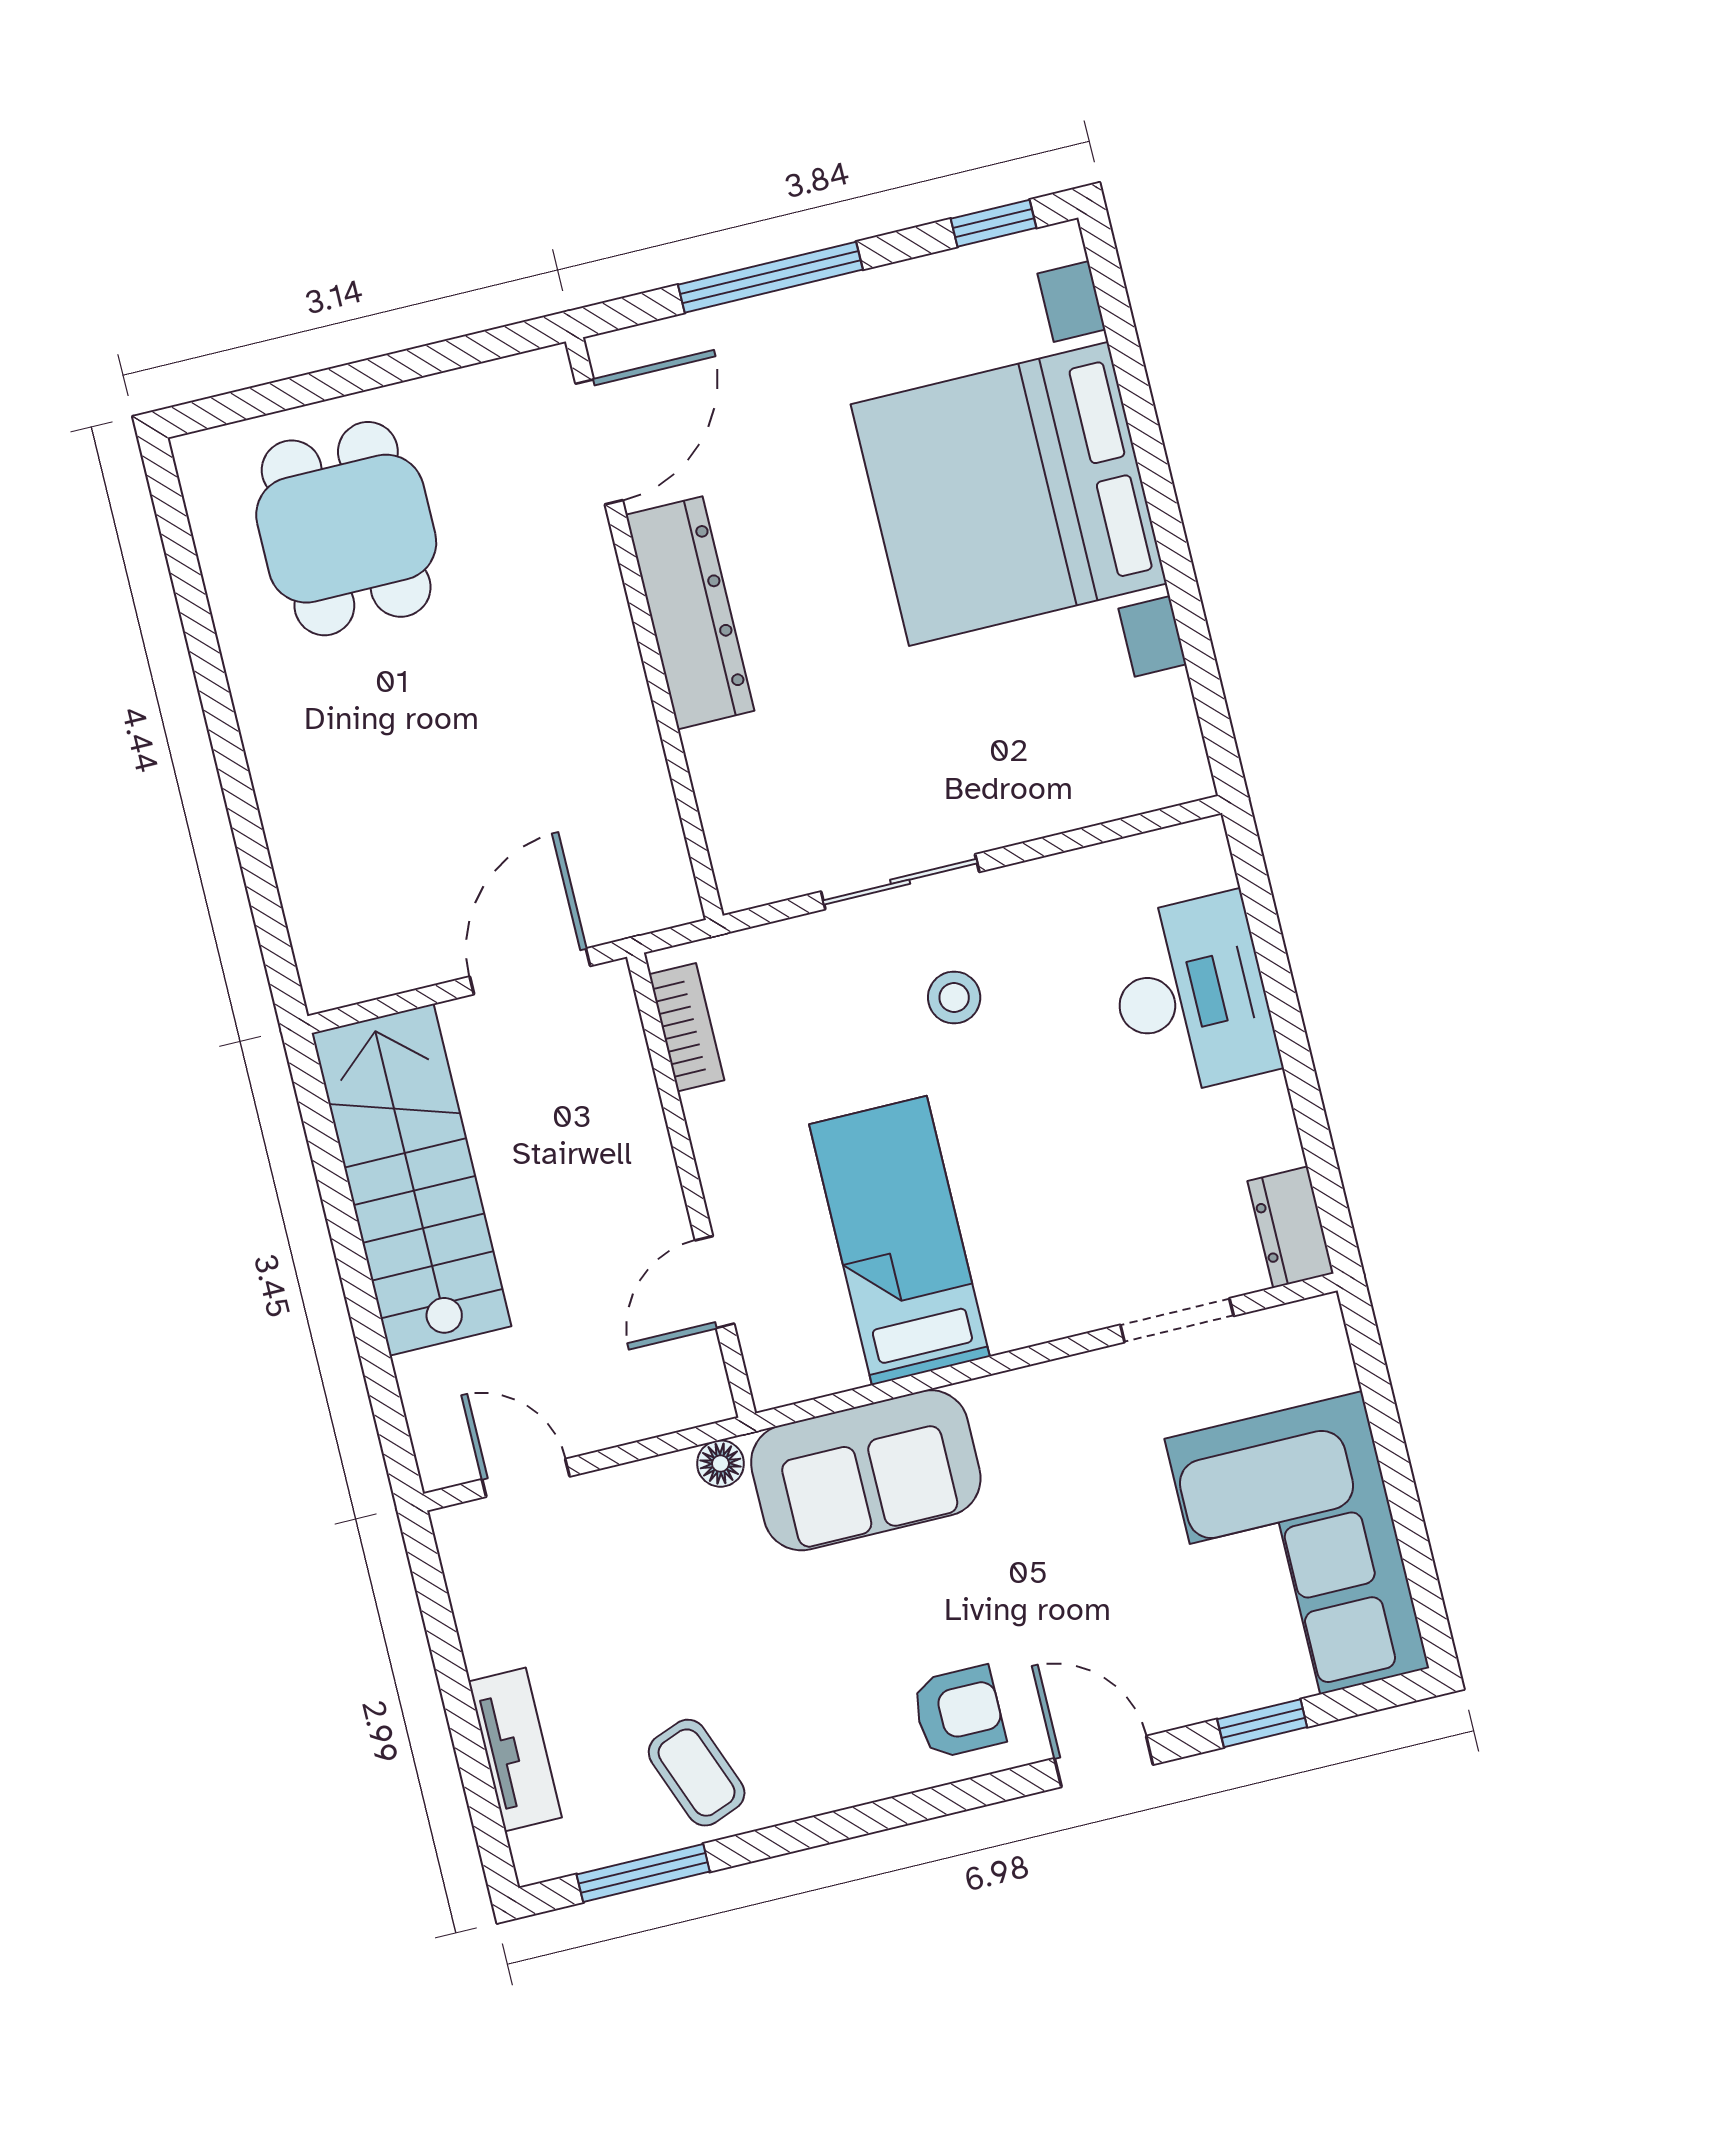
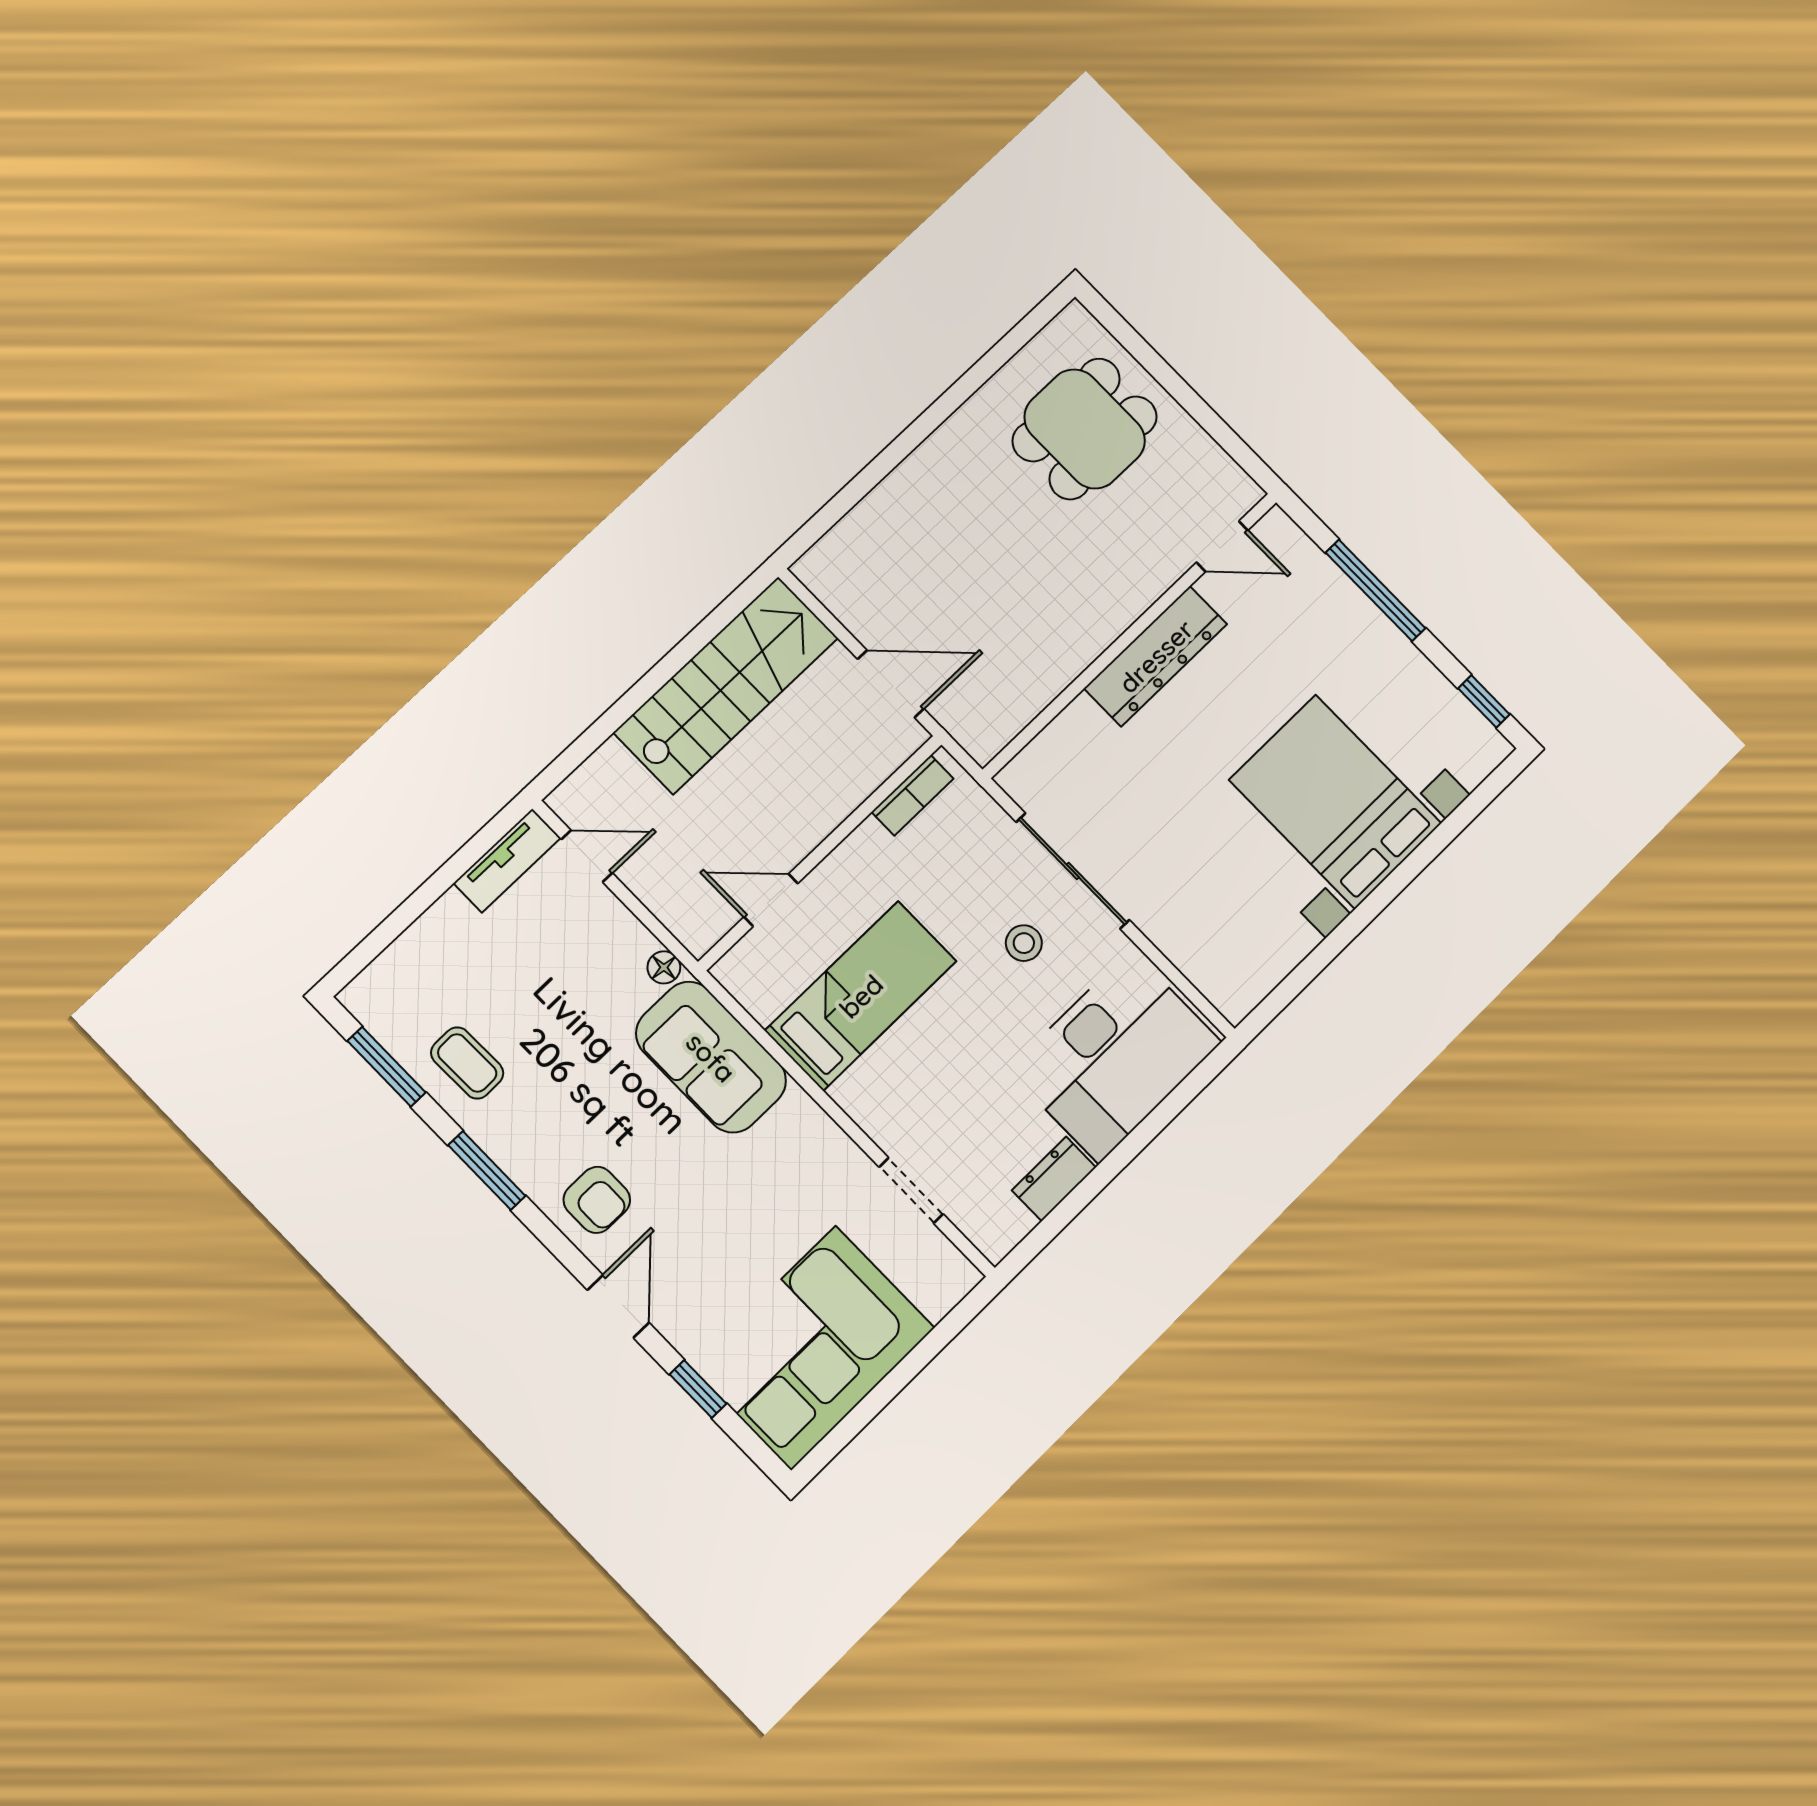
door: (599, 442) -> (1222, 546), width x0.73
bed with nightstands: (1009, 494) -> (1335, 802), width x0.73
sliding door: (900, 882) -> (1073, 871), width x1.37
desk: (1191, 995) -> (1115, 1056), width x1.36, depth x1.30
dresser: (1291, 1227) -> (1054, 1179), moved
door: (526, 1478) -> (587, 856), hinge flipped
tv unit: (515, 1749) -> (507, 861), moved
coffee table: (697, 1773) -> (467, 1063), turned -70
window: (843, 1825) -> (487, 1170), added

